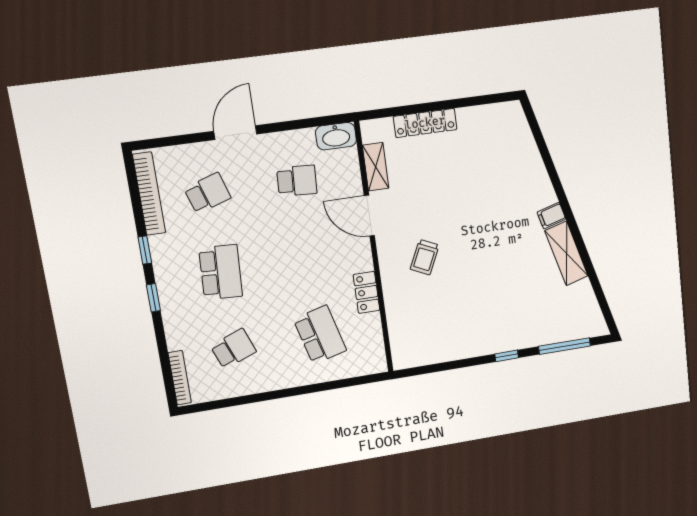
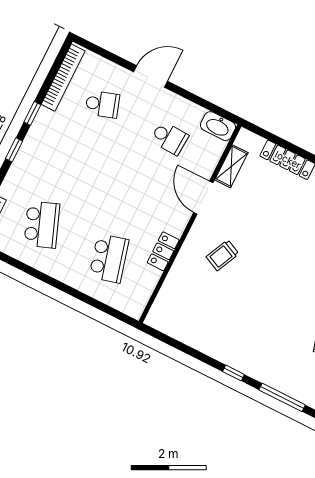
school desk: (221, 272) -> (72, 164), removed
school desk: (233, 349) -> (42, 225), width x1.85

